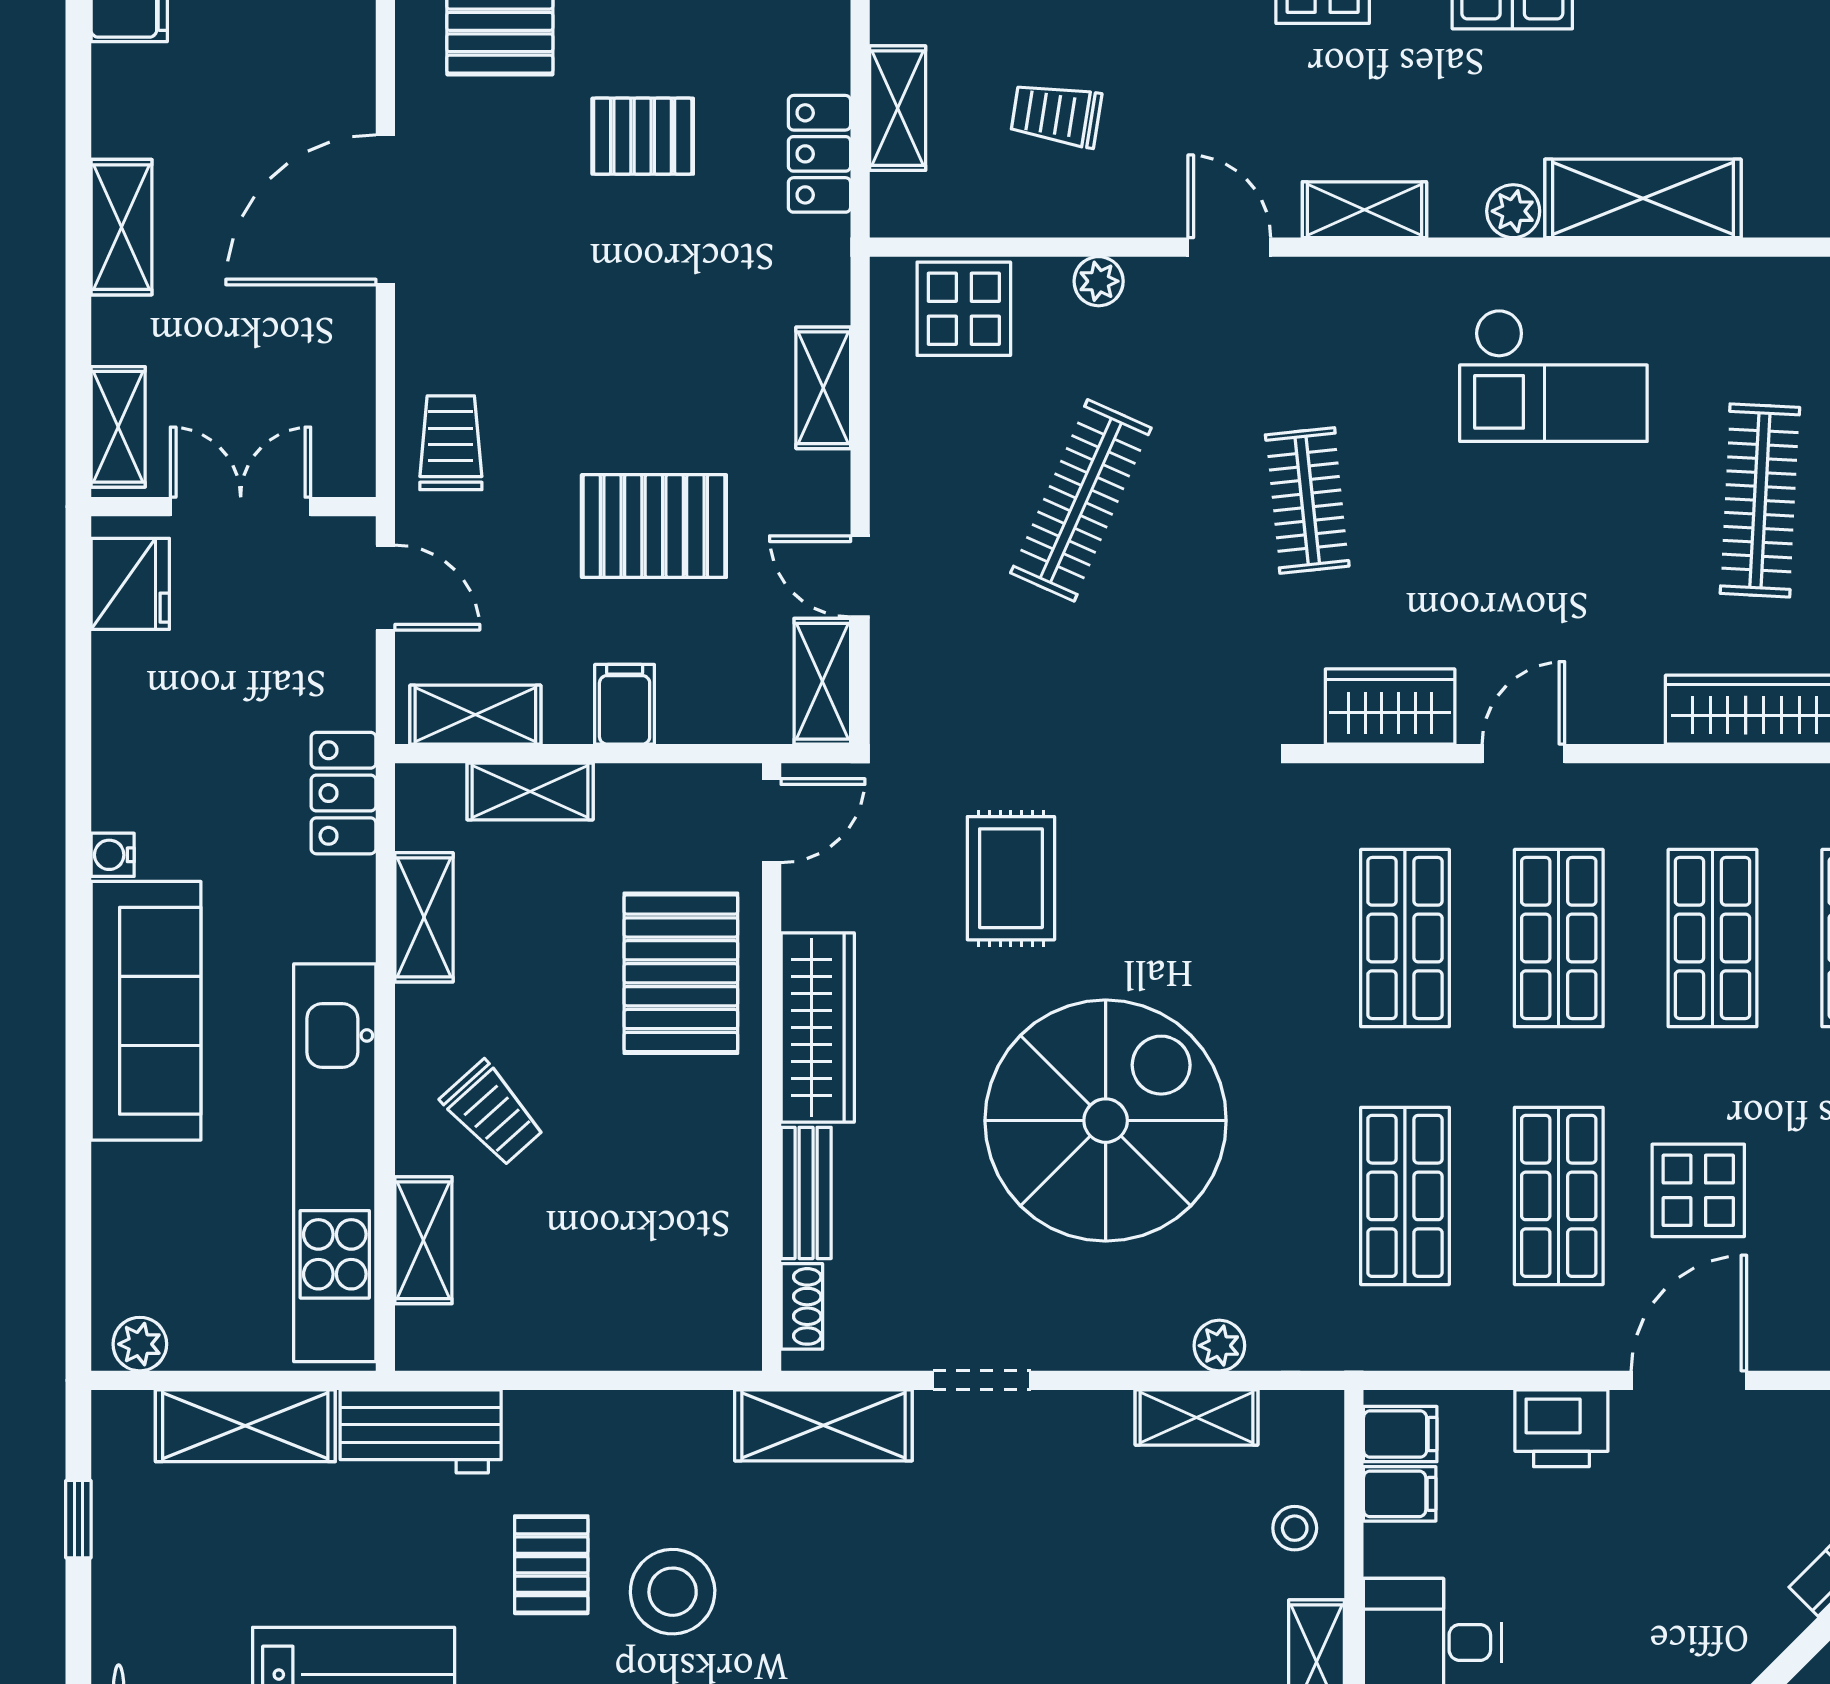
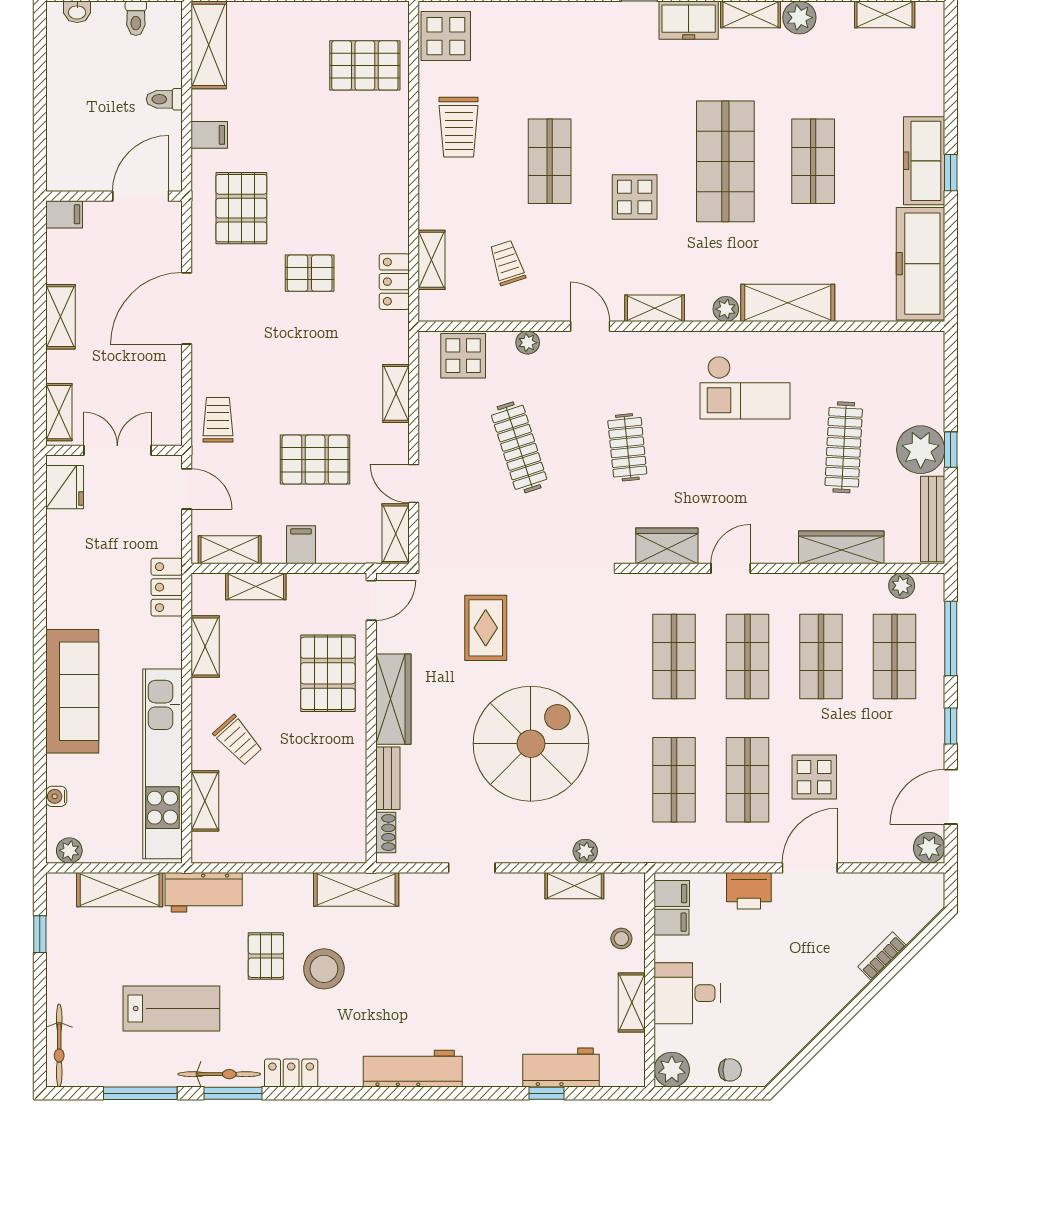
trolley: (1056, 115) -> (507, 263), turned 63
clothes rail: (1081, 500) -> (519, 447), turned -42
water cooler: (113, 855) -> (56, 796), moved
shelving: (823, 1425) -> (356, 889), moved

